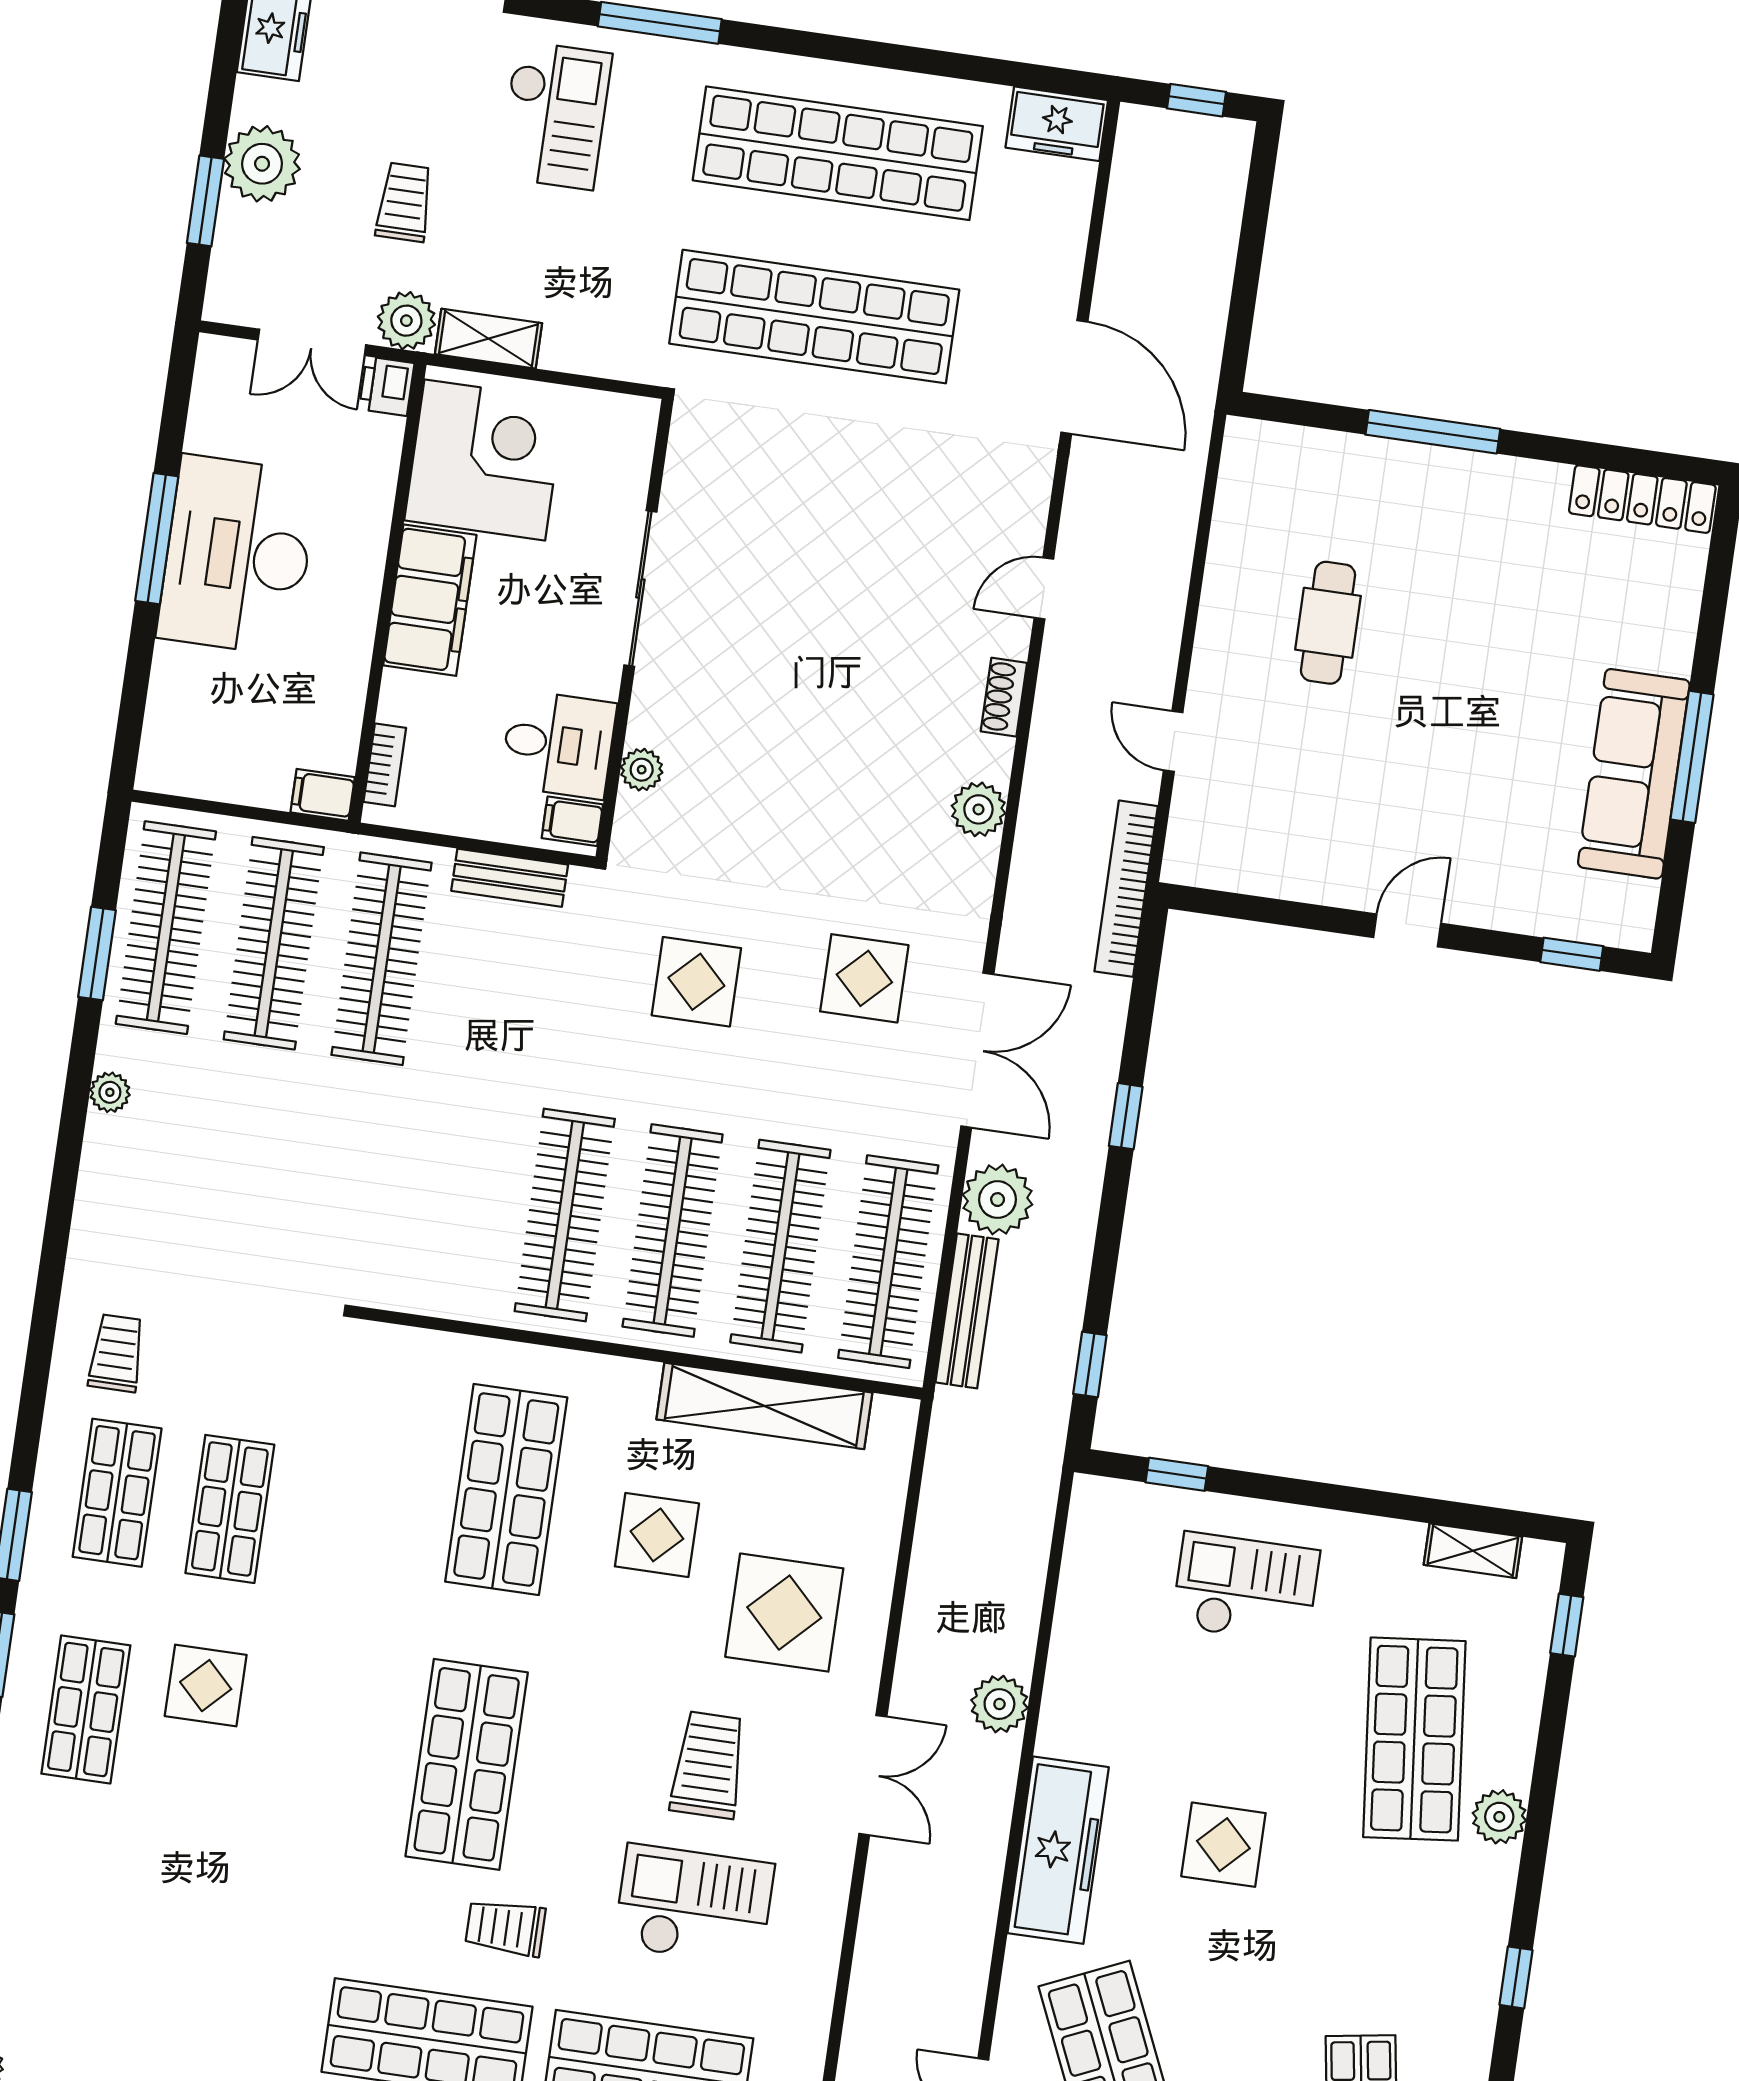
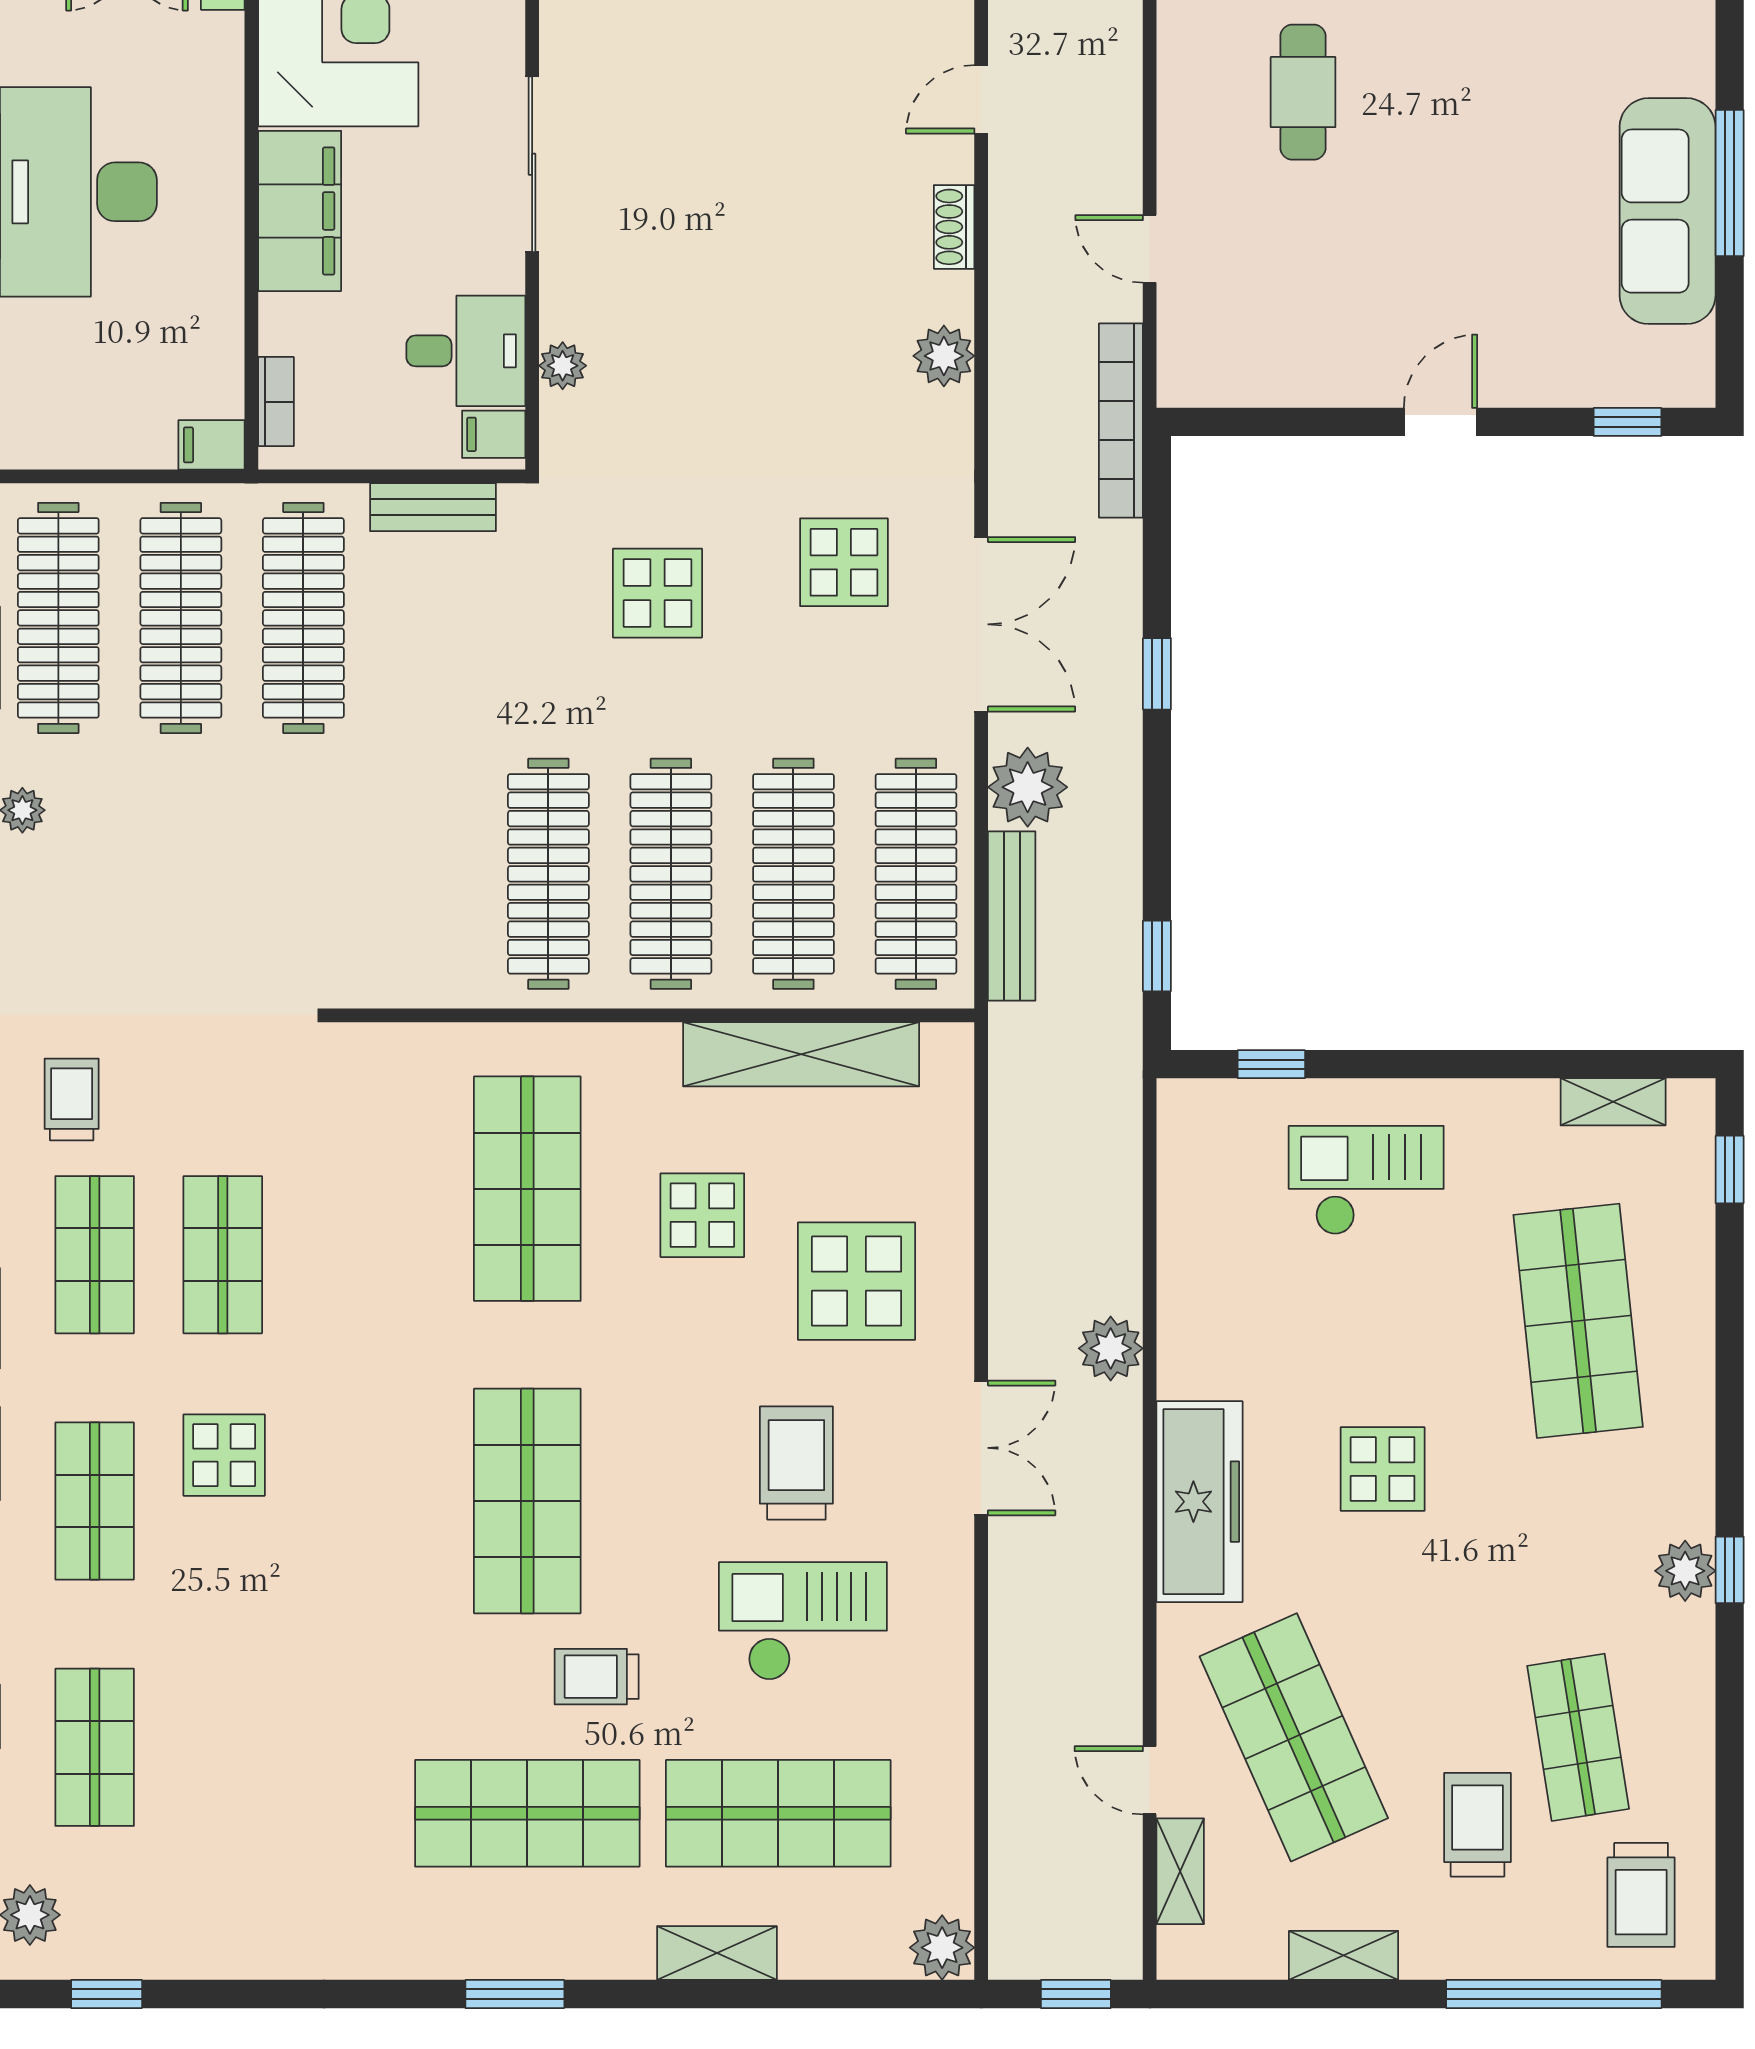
plant: (1499, 1817) -> (1685, 1571), moved
shop shelf: (55, 1926) -> (95, 1747), added

